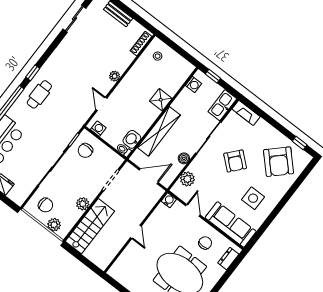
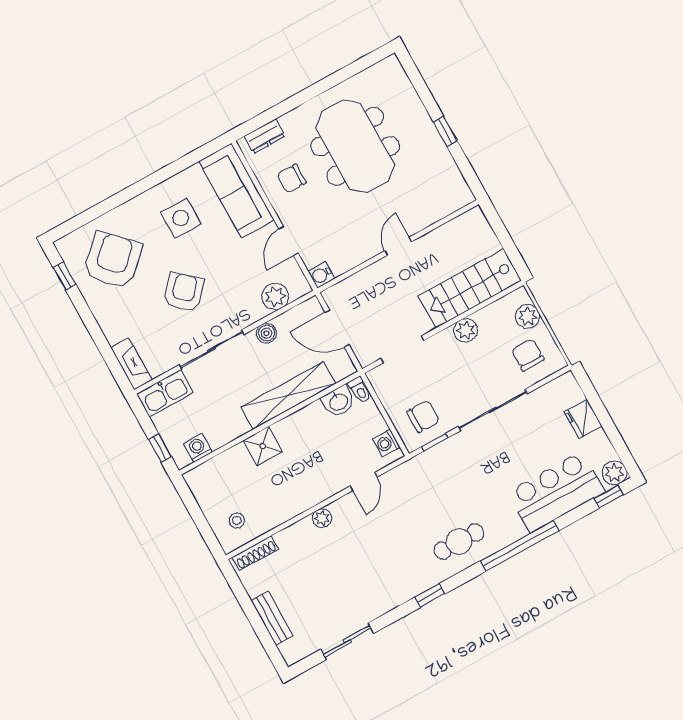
window: (33, 73) -> (430, 596), moved

